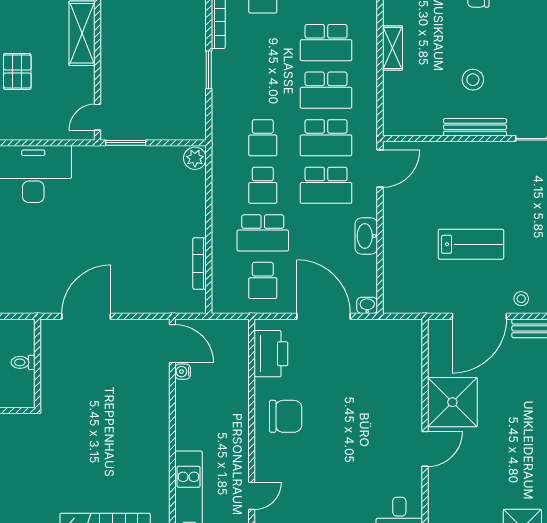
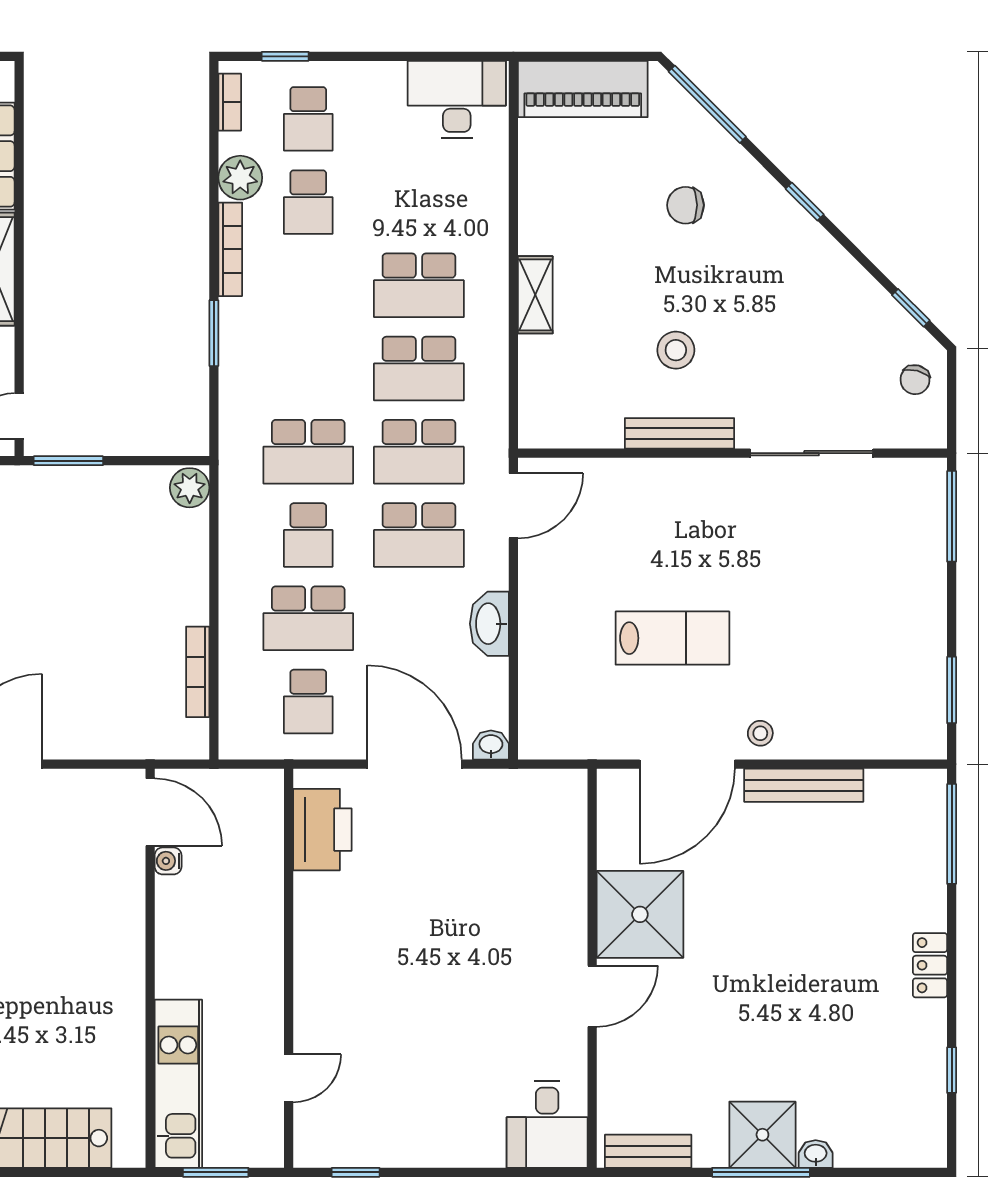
school desk: (263, 138) -> (308, 452), width x1.85
chair: (286, 416) -> (348, 939), removed

